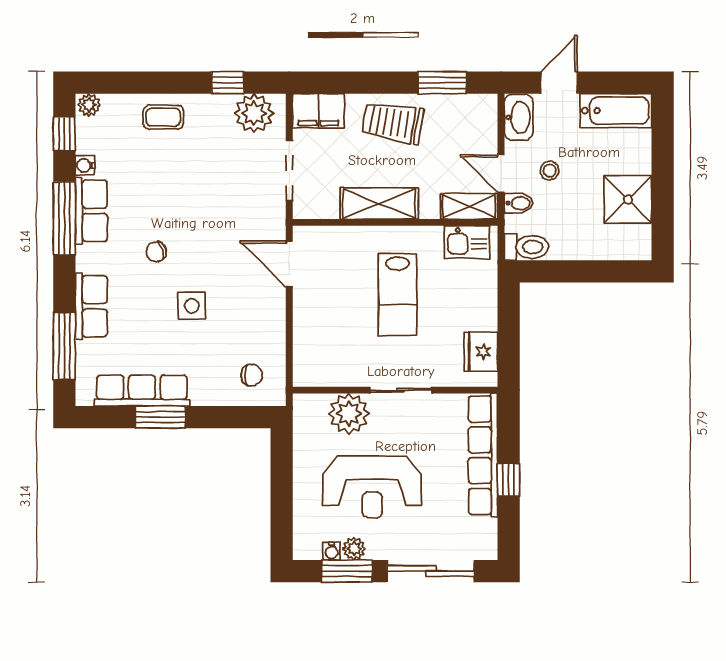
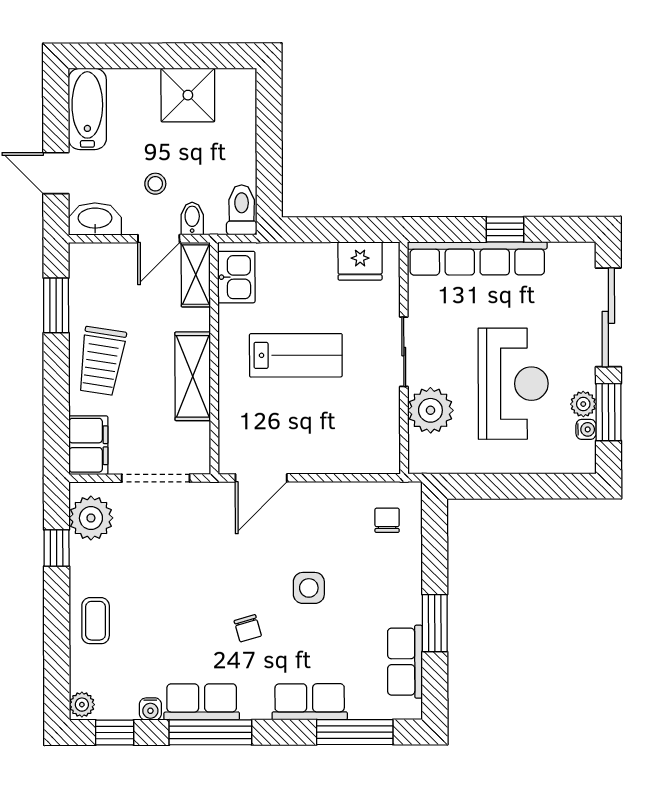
row of seats: (142, 391) -> (405, 662), width x0.68

